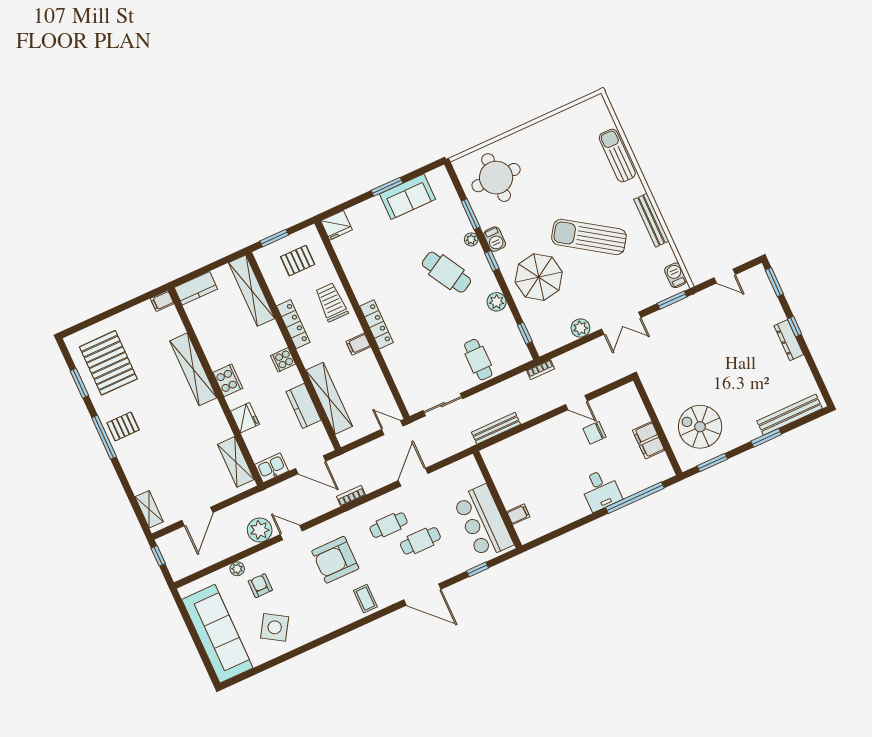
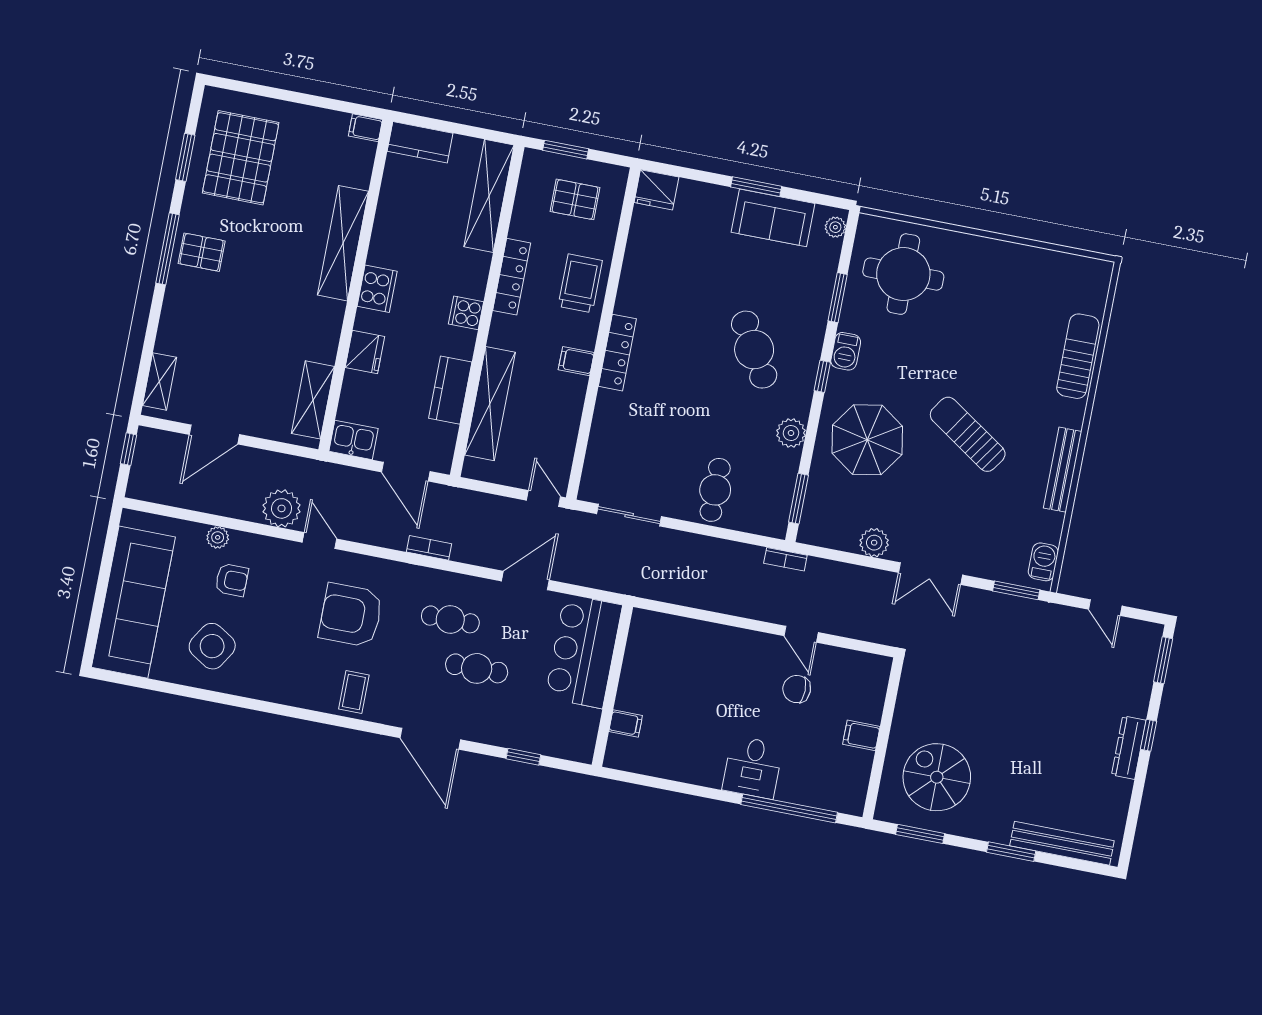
sun lounger: (589, 237) -> (968, 434), width x0.73, depth x0.75
plant: (471, 239) -> (835, 227), moved
window: (525, 333) -> (799, 499), width x1.50
bench: (496, 428) -> (675, 594), removed
filing cabinet: (649, 440) -> (861, 735), width x0.50
bar counter: (483, 522) -> (584, 651), moved
armchair: (260, 586) -> (232, 580), turned 90

